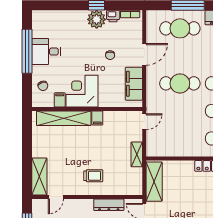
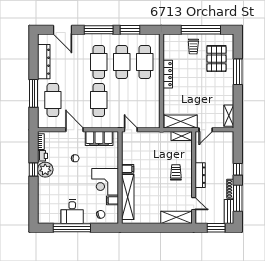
shelving: (137, 154) -> (182, 136), moved
dresser: (109, 205) -> (200, 175), moved

